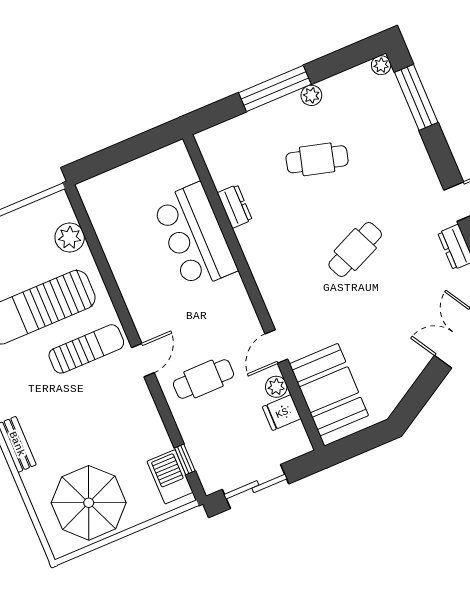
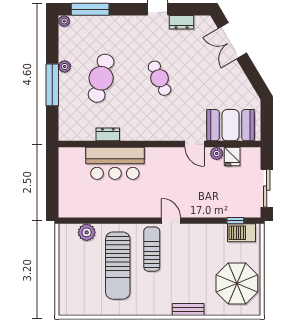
cafe table: (317, 159) -> (101, 78), width x1.37, depth x1.35
cafe table: (203, 379) -> (195, 192), removed

